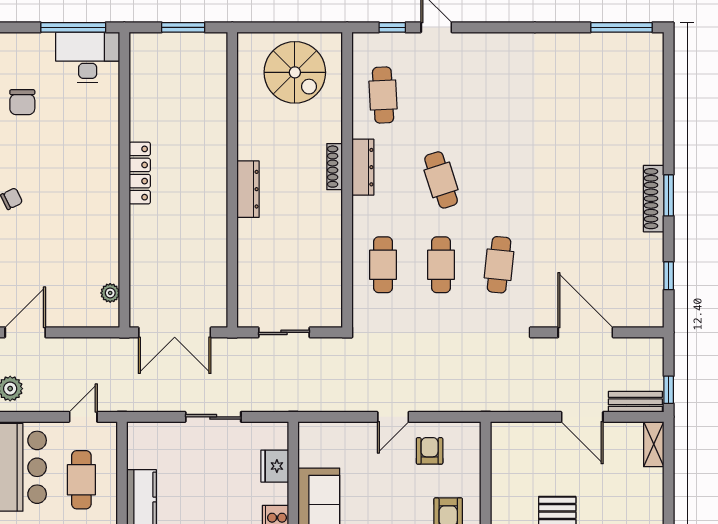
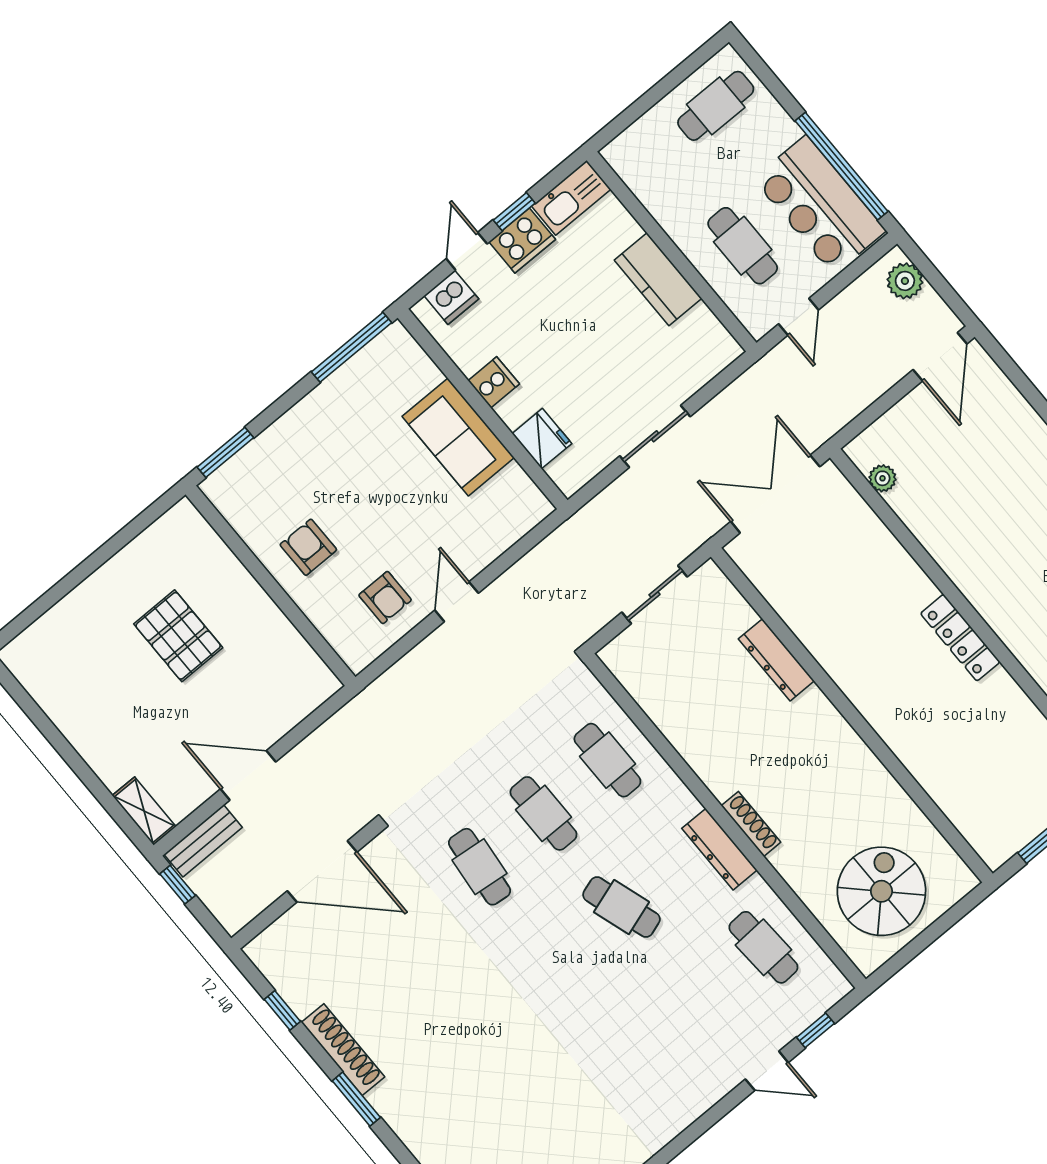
spiral stairs: (295, 72) -> (881, 891), turned 90
dresser: (248, 189) -> (776, 660), moved
shoe rack: (654, 199) -> (343, 1050), moved

